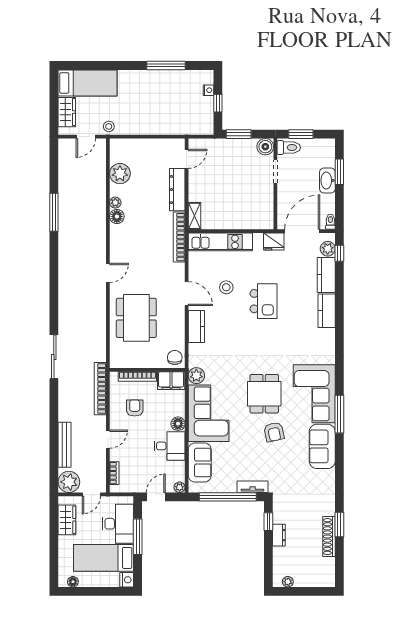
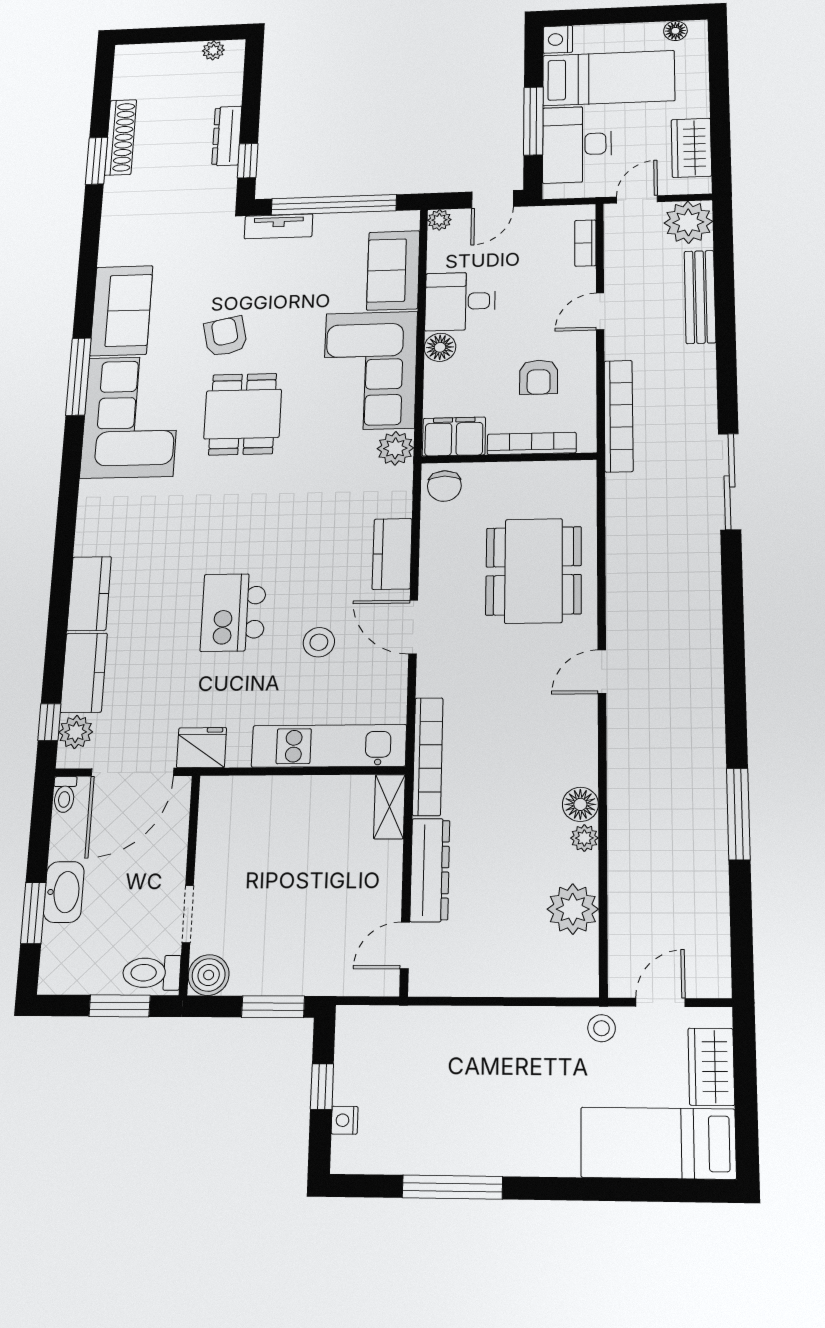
dresser: (279, 535) -> (227, 136), width x1.44

